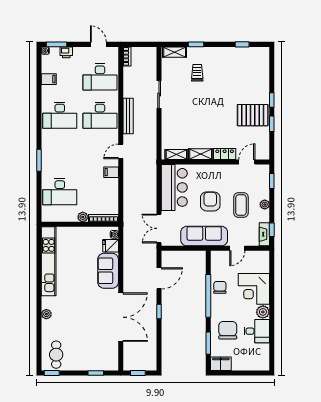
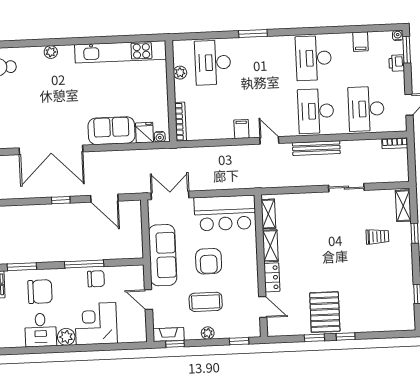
armchair: (210, 201) -> (209, 261), turned 90
plant: (83, 217) -> (180, 73), moved
window: (208, 296) -> (84, 264), width x0.68

